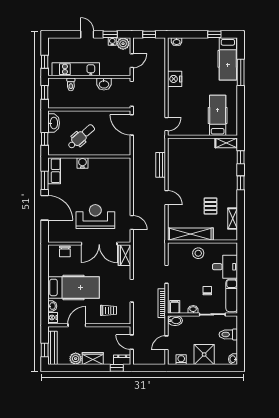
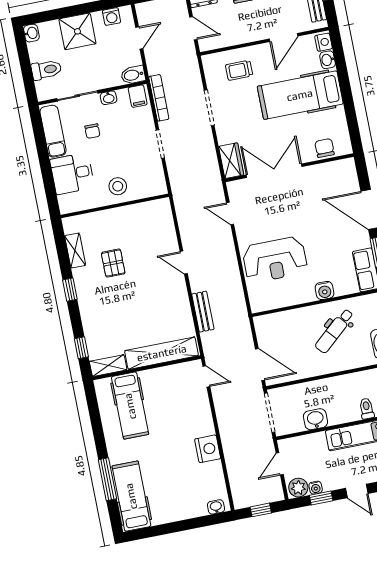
window: (214, 34) -> (160, 530), removed
door: (167, 124) -> (206, 376), swing flipped
window: (241, 183) -> (70, 290), moved
reception desk: (95, 217) -> (275, 260), moved
shelving: (190, 234) -> (162, 353), moved

